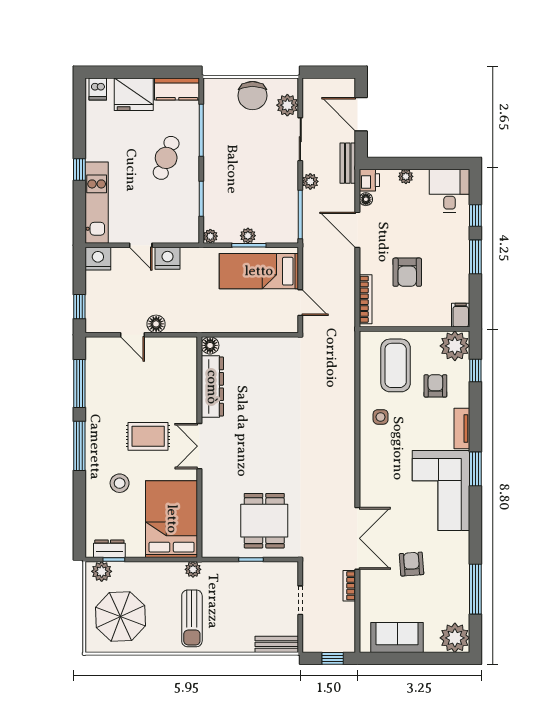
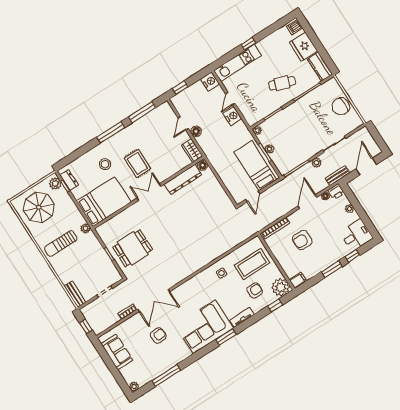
plant: (287, 105) -> (347, 127), removed
wardrobe: (180, 347) -> (192, 151), added
plant: (455, 638) -> (134, 386), width x0.53, depth x0.53

